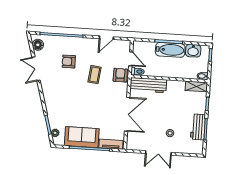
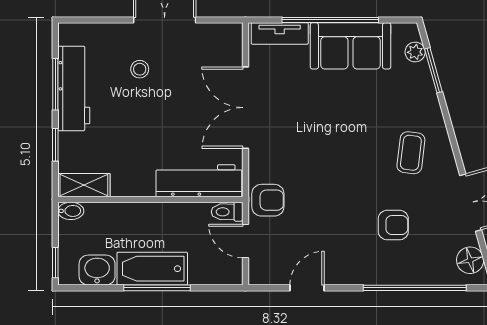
coffee table: (95, 75) -> (411, 153), moved
armchair: (120, 75) -> (268, 200), turned -90
workbench: (198, 127) -> (74, 88), width x1.38

